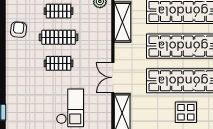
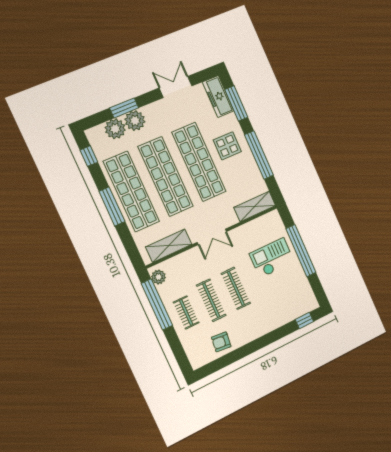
clothes rail: (58, 63) -> (236, 288), width x1.36
double door: (113, 78) -> (212, 237), moved

